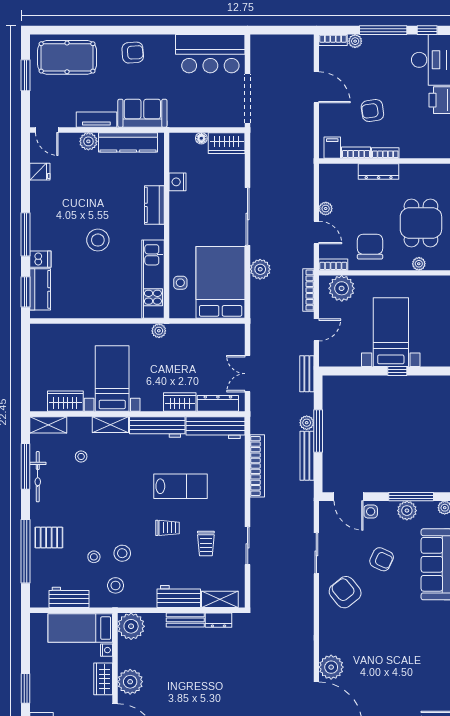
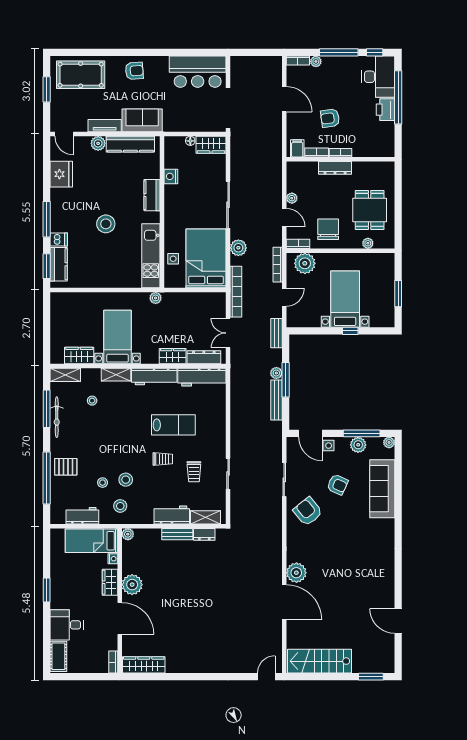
fridge: (40, 172) -> (61, 174), width x1.88, depth x1.34
bookcase: (257, 466) -> (236, 292), moved
plant: (131, 626) -> (128, 534), width x0.53, depth x0.53

